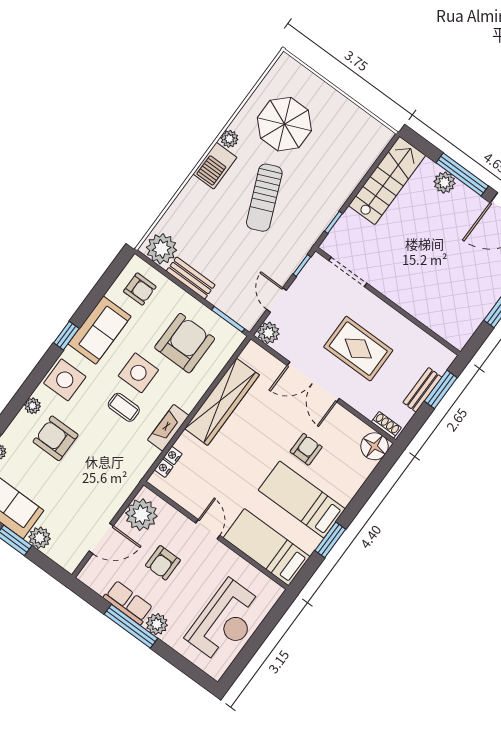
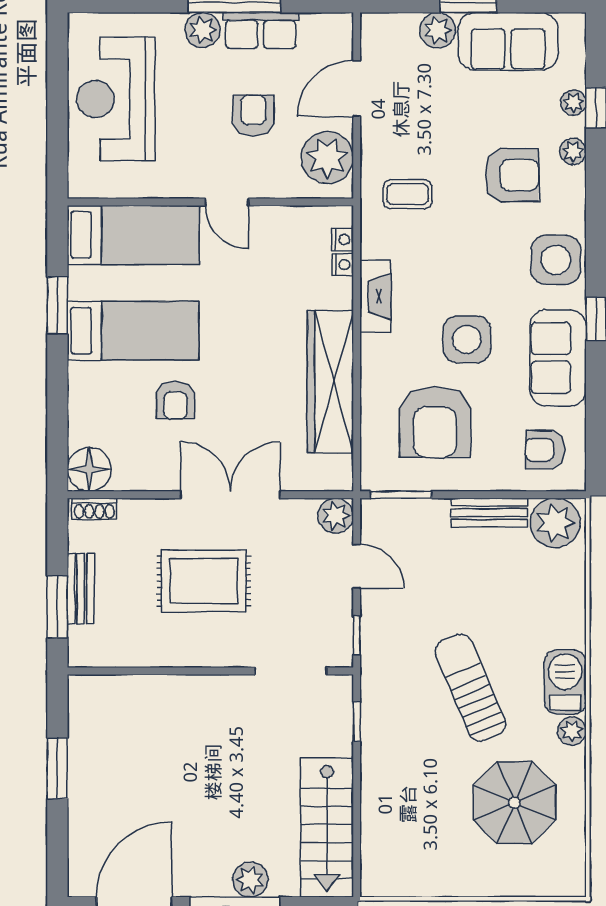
plant: (33, 406) -> (573, 151), moved
coffee table: (124, 407) -> (408, 194), moved

